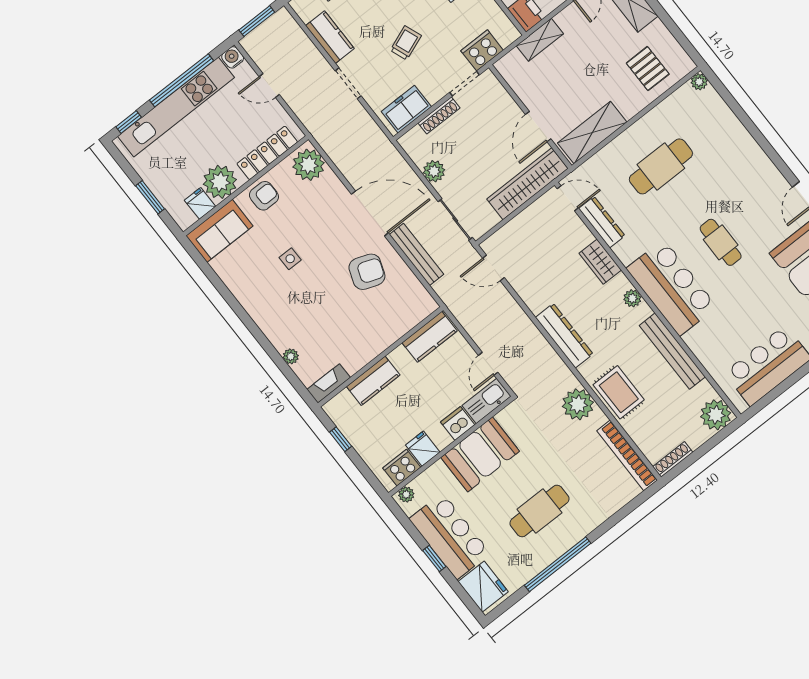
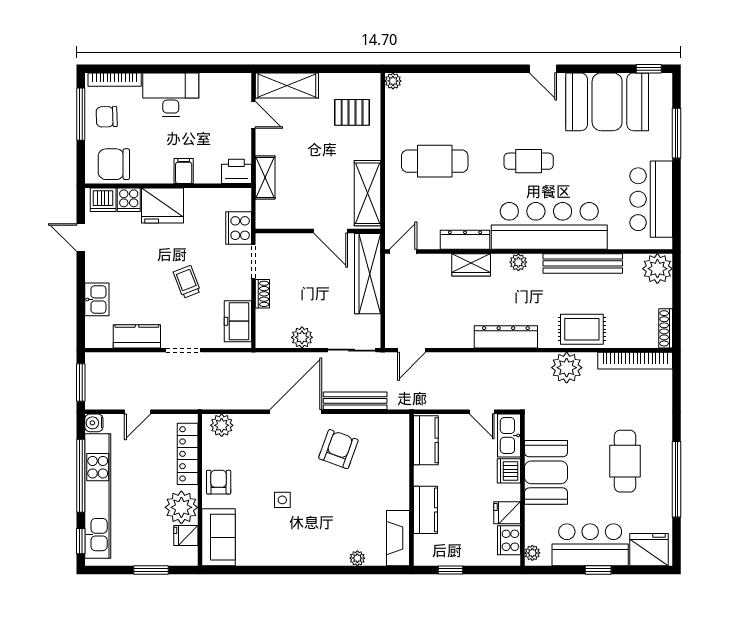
shoe rack: (439, 115) -> (262, 294), width x0.70
plant: (309, 165) -> (222, 425), width x0.73, depth x0.73
cafe table: (661, 166) -> (435, 161), turned 90
dresser: (602, 222) -> (465, 240), moved
bar counter: (672, 288) -> (549, 226), width x1.36
fireplace: (329, 384) -> (398, 538), width x1.37, depth x1.32

